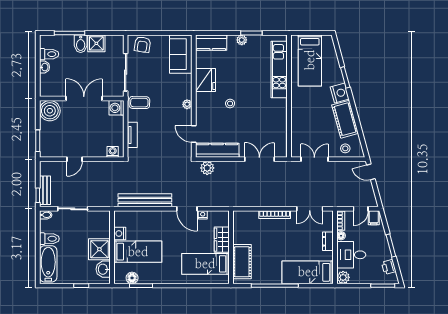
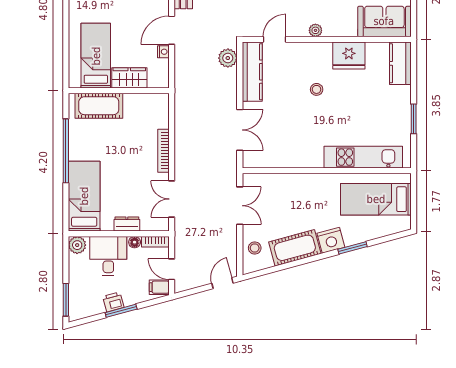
plant: (242, 40) -> (404, 105), removed
printer: (389, 267) -> (113, 302), moved

